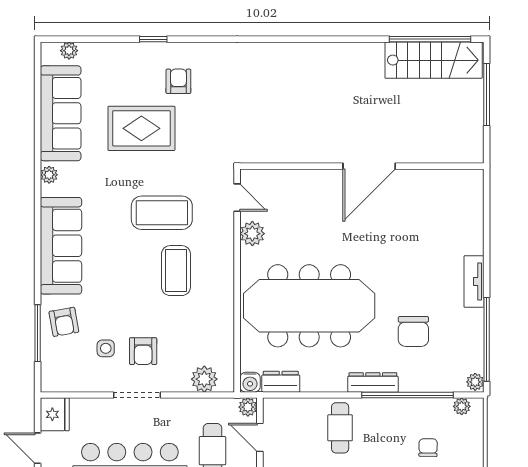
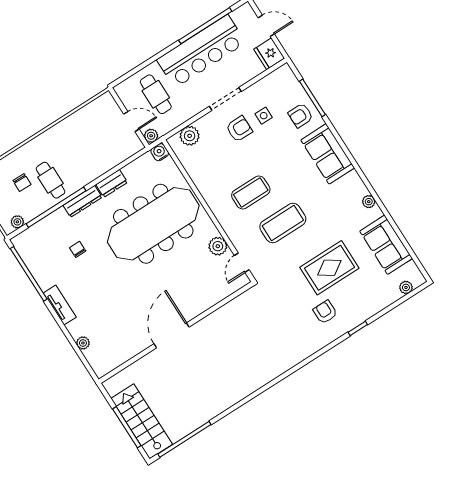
stairs: (434, 60) -> (142, 421), moved, turned 90
armchair: (178, 81) -> (325, 312), turned 180
sofa: (61, 113) -> (386, 245), width x0.73
door: (237, 198) -> (242, 263), hinge flipped
sofa: (61, 246) -> (328, 154), width x0.73
coffee table: (176, 271) -> (251, 192), turned 90
armchair: (64, 322) -> (300, 115), turned -80
chair: (413, 331) -> (78, 249), width x0.54, depth x0.54
armchair: (143, 351) -> (239, 129), turned 90
dresser: (281, 382) -> (112, 183), moved
plant: (475, 382) -> (83, 343), moved
cafe table: (340, 428) -> (51, 180), moved

